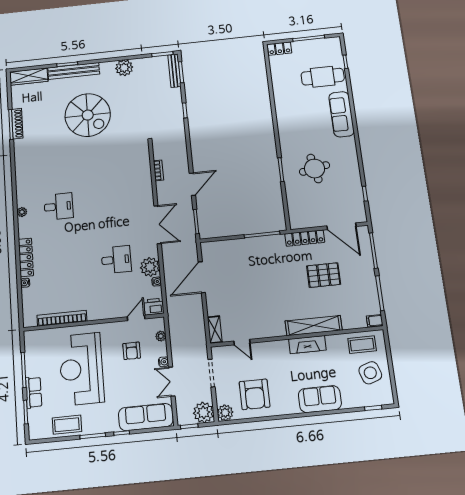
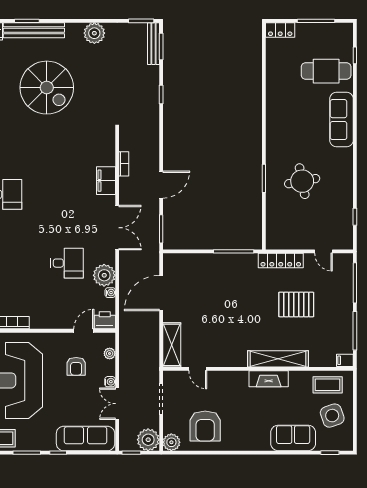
filing cabinet: (144, 186) -> (106, 181), added
door: (341, 226) -> (323, 251), width x0.53
shelving: (215, 330) -> (172, 345), width x1.50, depth x1.33
sofa: (320, 399) -> (293, 438), moved

